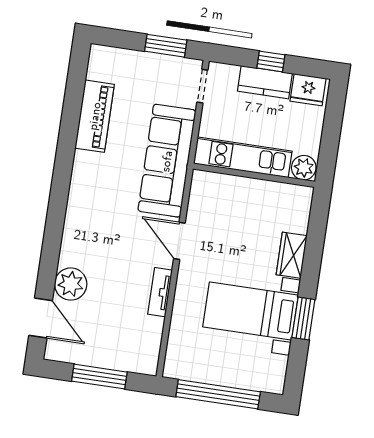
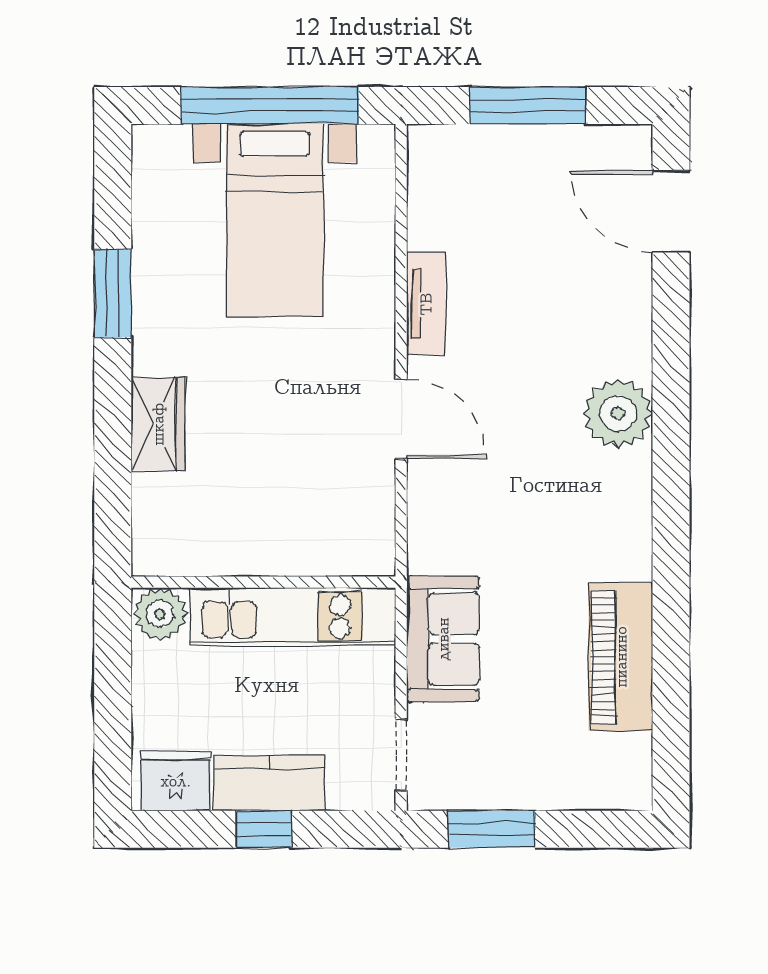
sofa: (167, 161) -> (443, 639), width x0.54, depth x0.79
plant: (71, 284) -> (618, 413), moved
bed with nightstands: (250, 311) -> (275, 220), moved, turned 90

